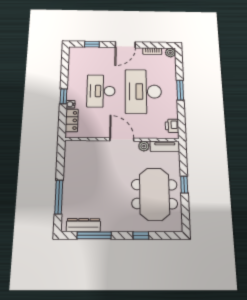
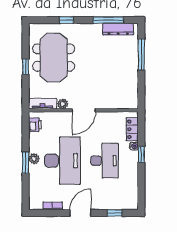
plant: (170, 53) -> (34, 159), moved
door: (122, 140) -> (84, 110), hinge flipped

